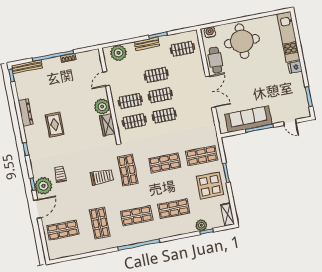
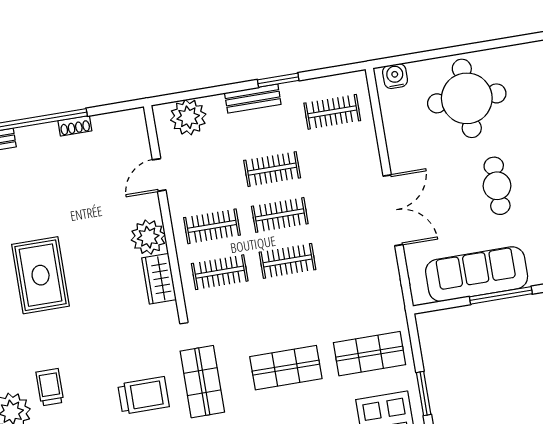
cafe table: (216, 60) -> (497, 186), moved
rug: (55, 125) -> (41, 275), width x1.36, depth x1.43

